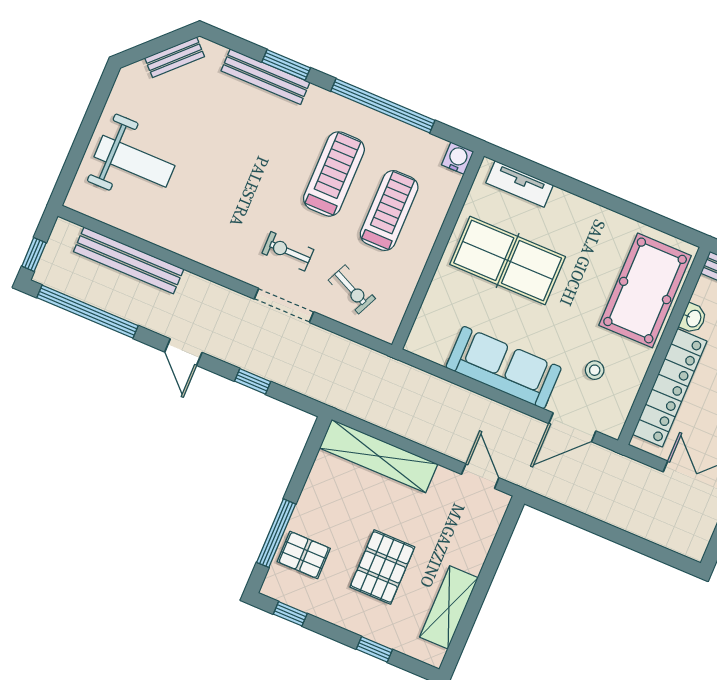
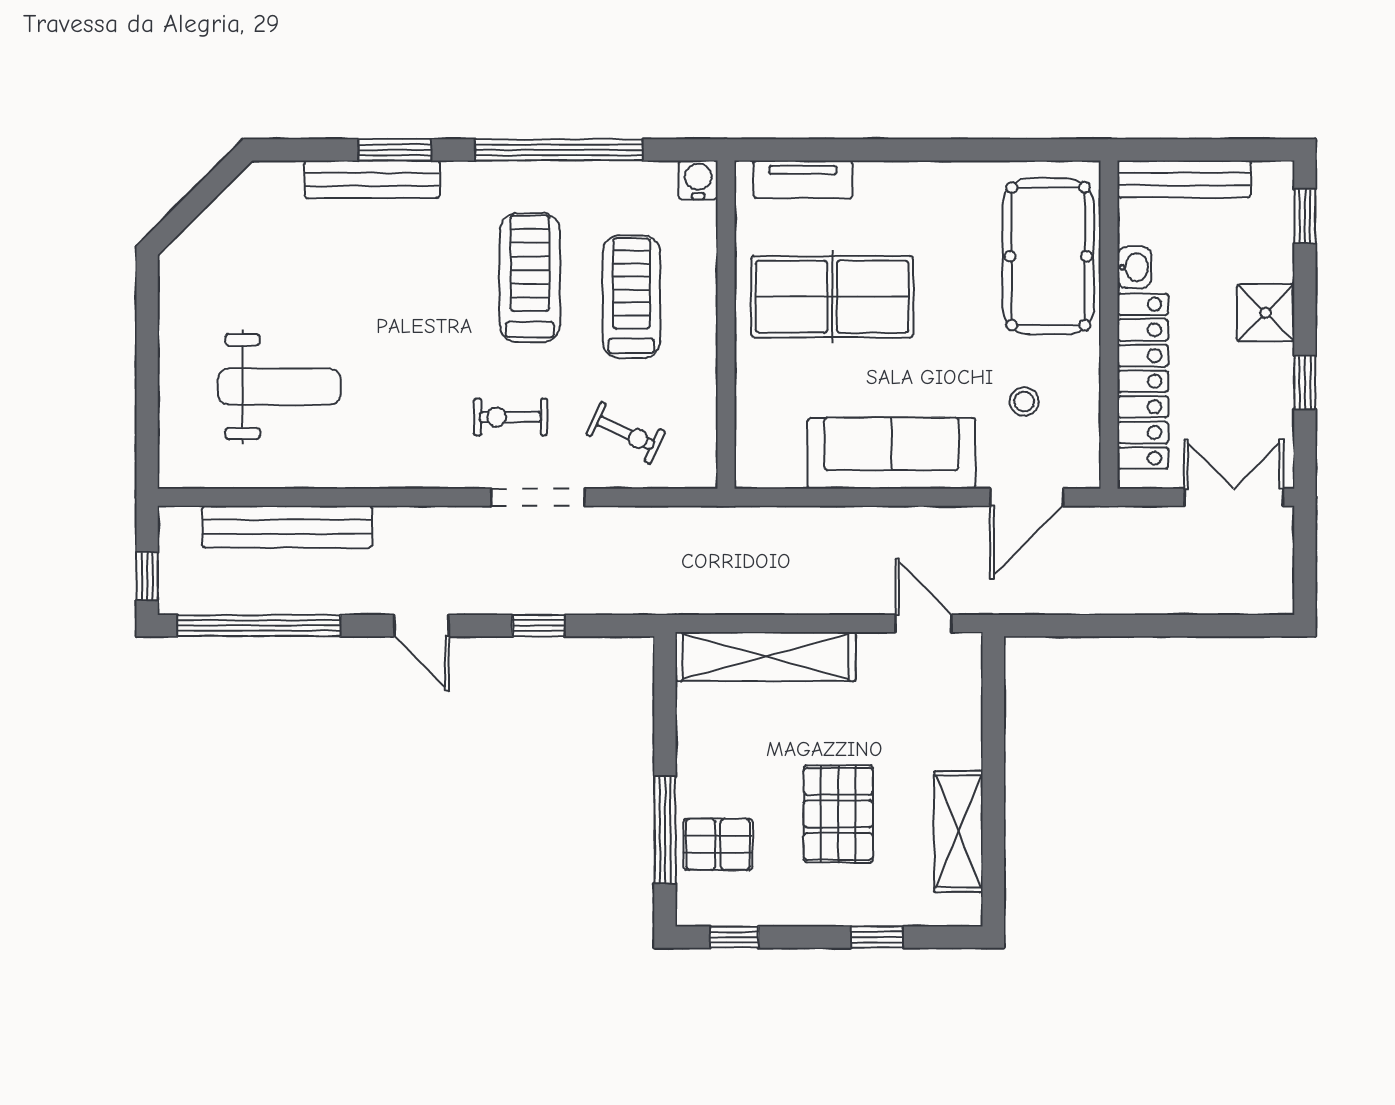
bench: (175, 57) -> (230, 207), removed
weight bench: (134, 161) -> (279, 387), moved

